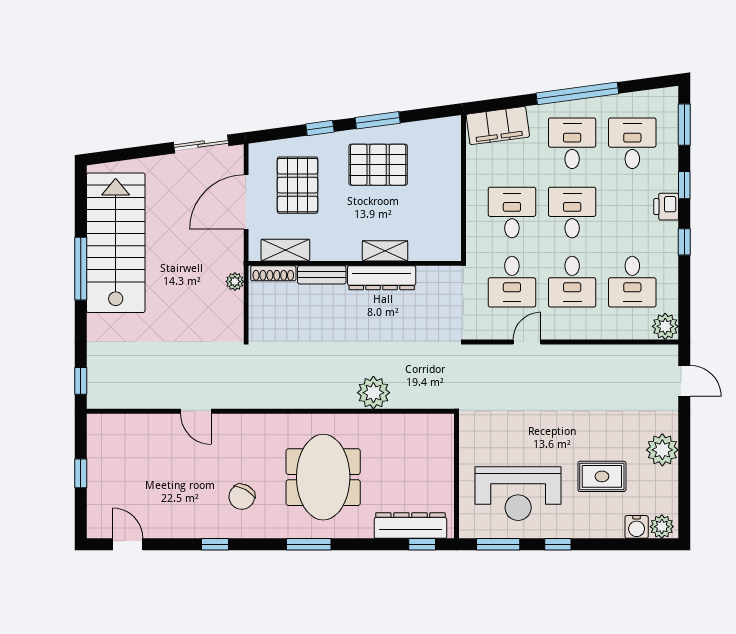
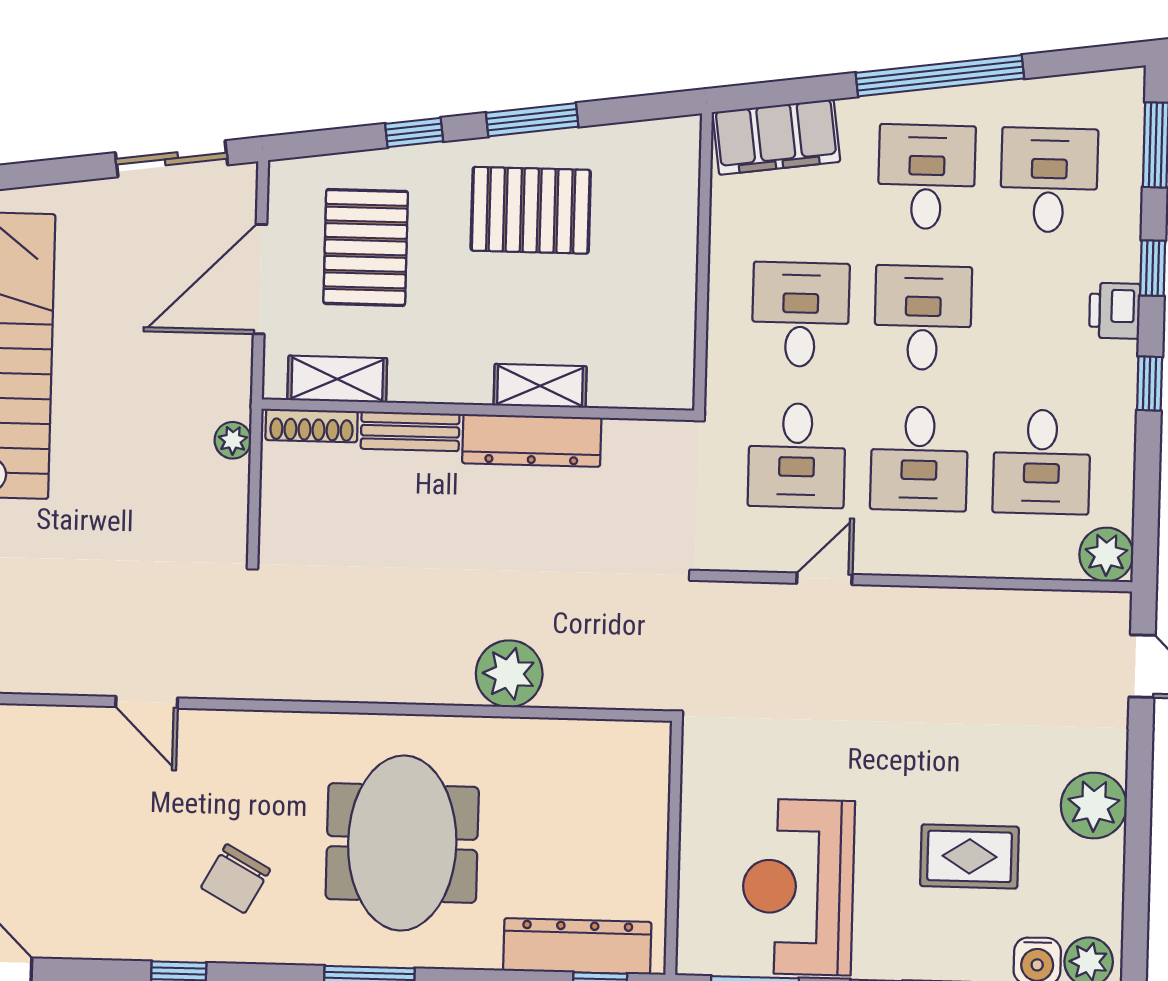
reception desk: (518, 494) -> (798, 887), turned 90

